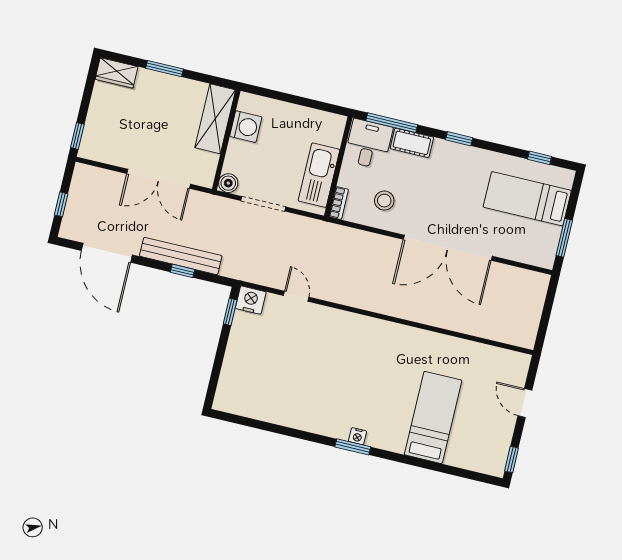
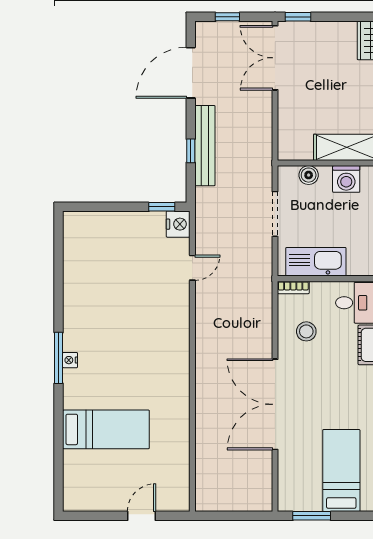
double door: (159, 179) -> (275, 58), moved
boiler: (228, 183) -> (309, 175), moved
window: (353, 447) -> (59, 358), width x1.44
window: (512, 460) -> (83, 516), removed

